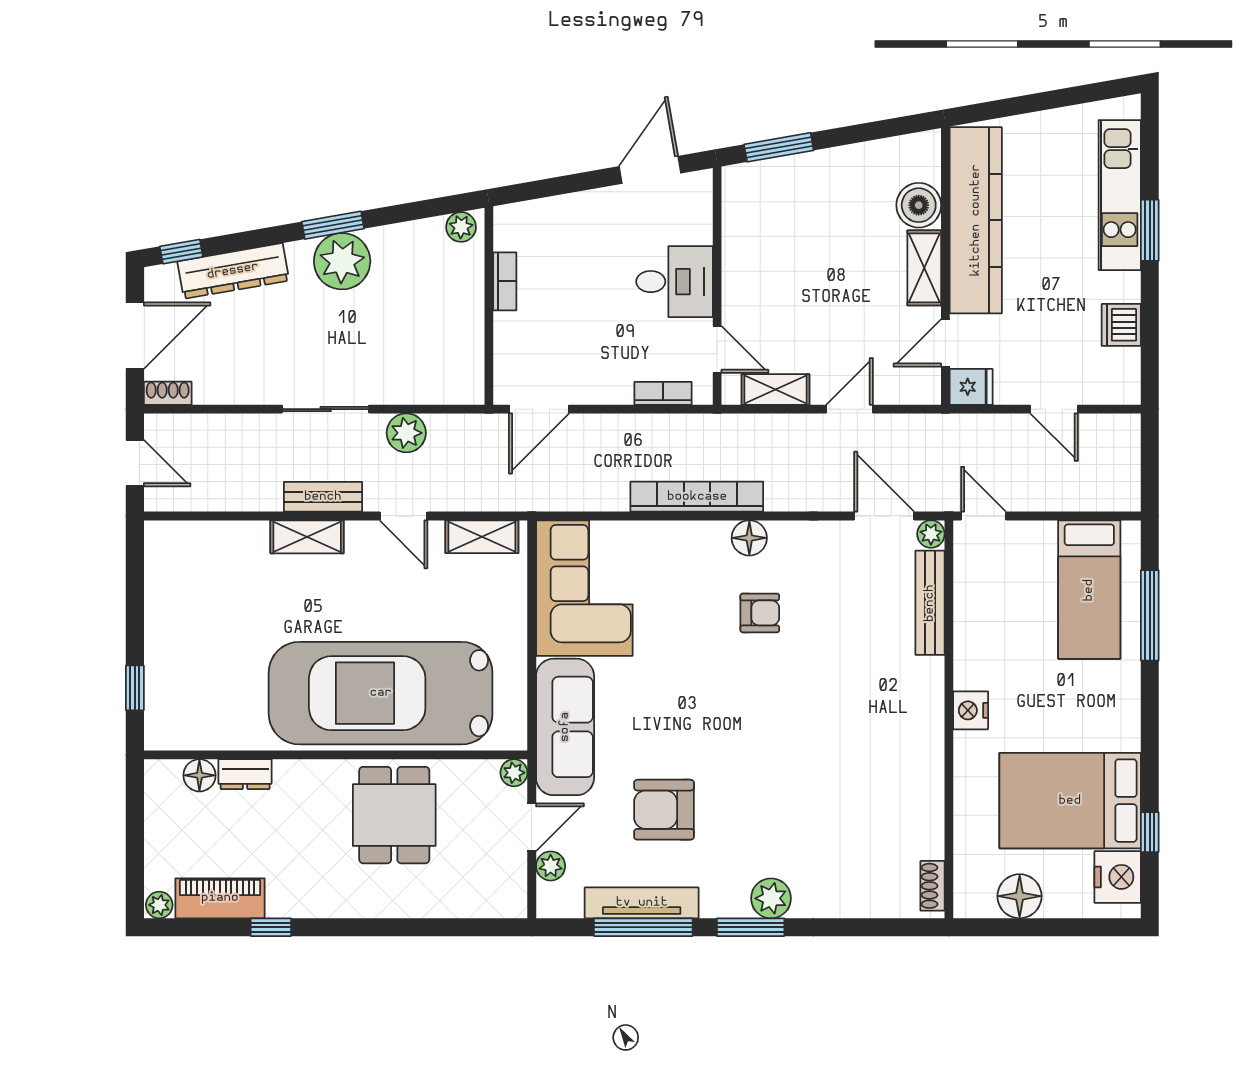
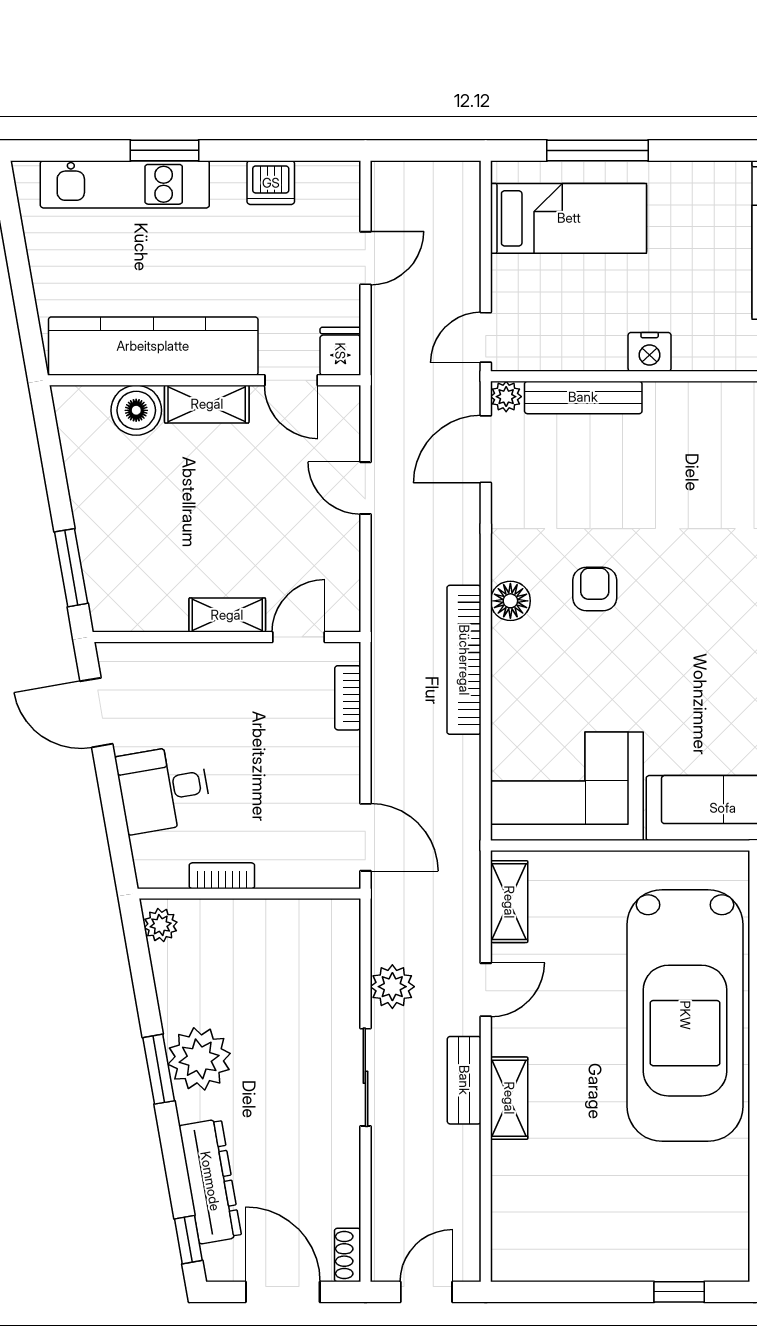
desk: (675, 282) -> (164, 789), moved, turned -100
shelving: (775, 390) -> (227, 615), moved, turned 90
nightstand: (971, 710) -> (650, 352), moved

